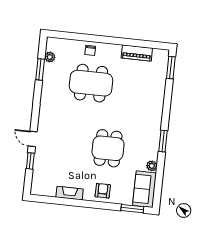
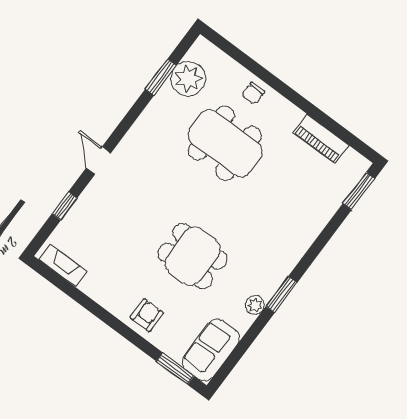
plant: (50, 57) -> (188, 79), width x1.88, depth x1.88
door: (33, 139) -> (98, 161), moved
dining table: (108, 148) -> (193, 256), turned 90
plant: (152, 166) -> (255, 305), moved
fireplace: (70, 193) -> (63, 265), moved

